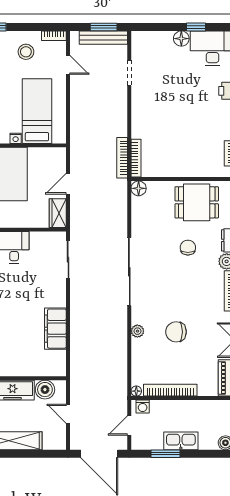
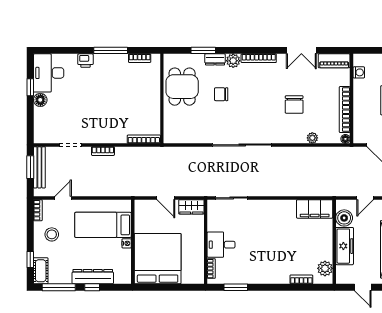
bookcase: (122, 158) -> (103, 151), moved, width x0.64
floor lamp: (139, 188) -> (170, 137), removed
filing cabinet: (55, 329) -> (315, 209), moved
plant: (137, 331) -> (312, 138), moved
washing machine: (143, 406) -> (359, 72), moved

